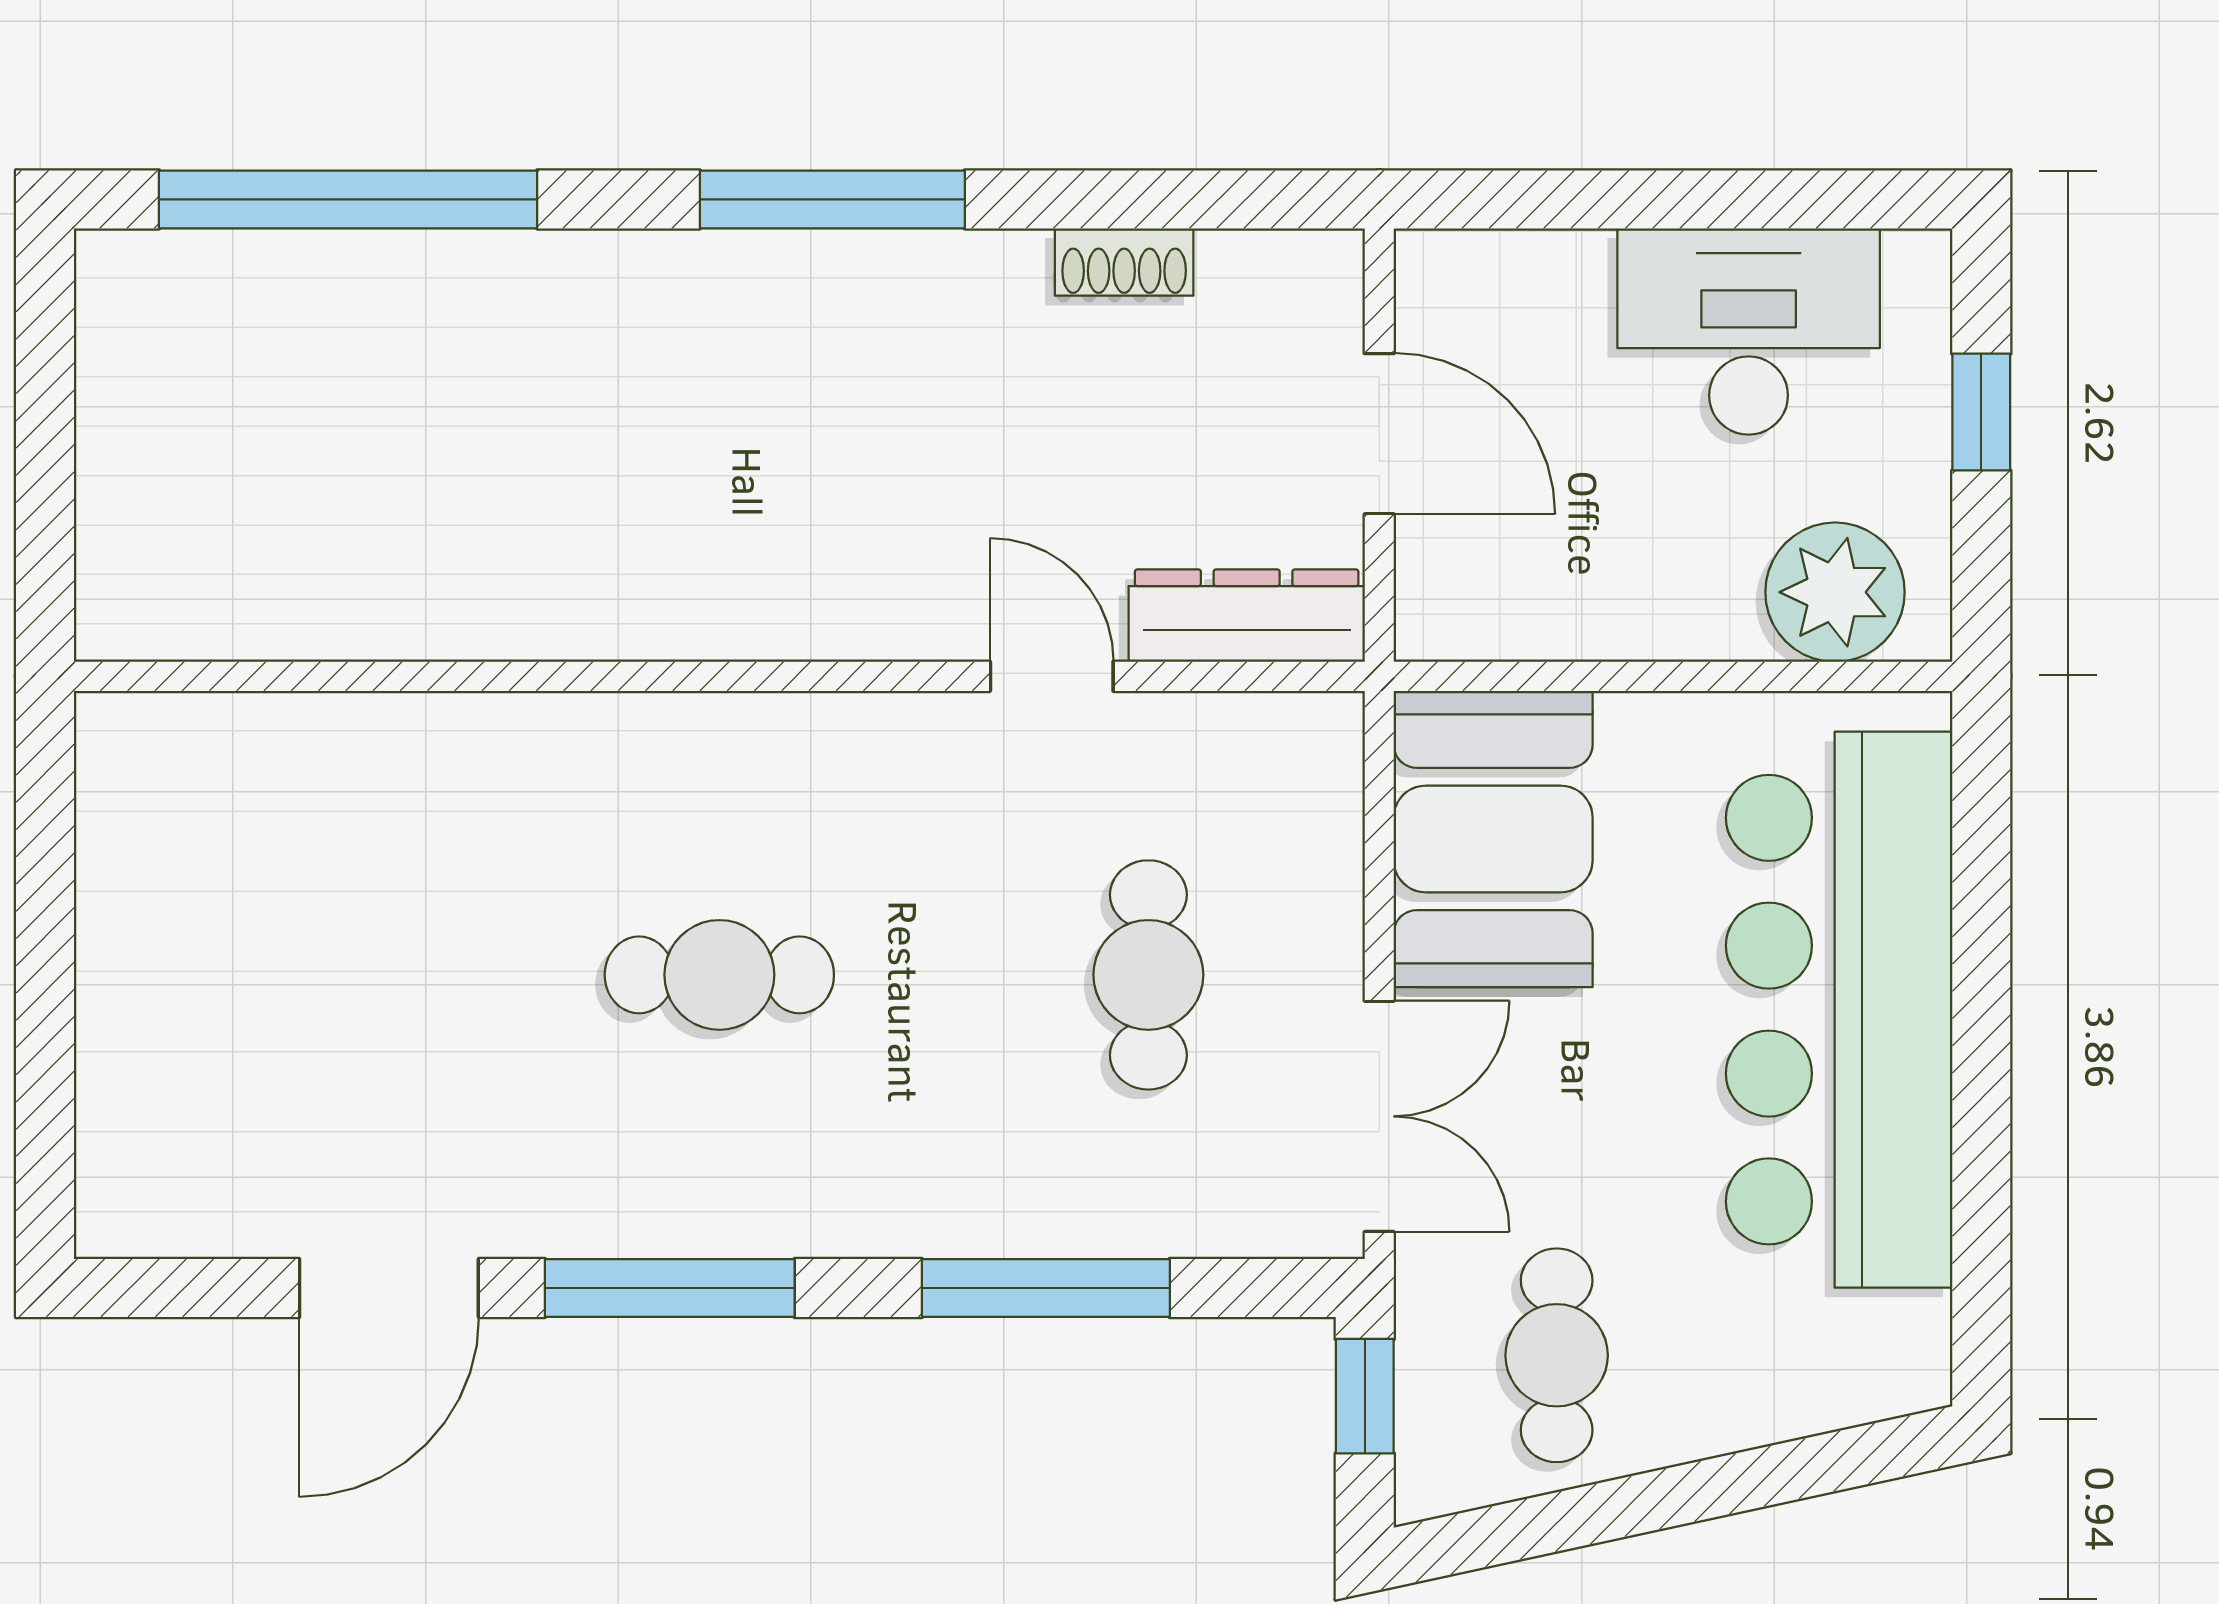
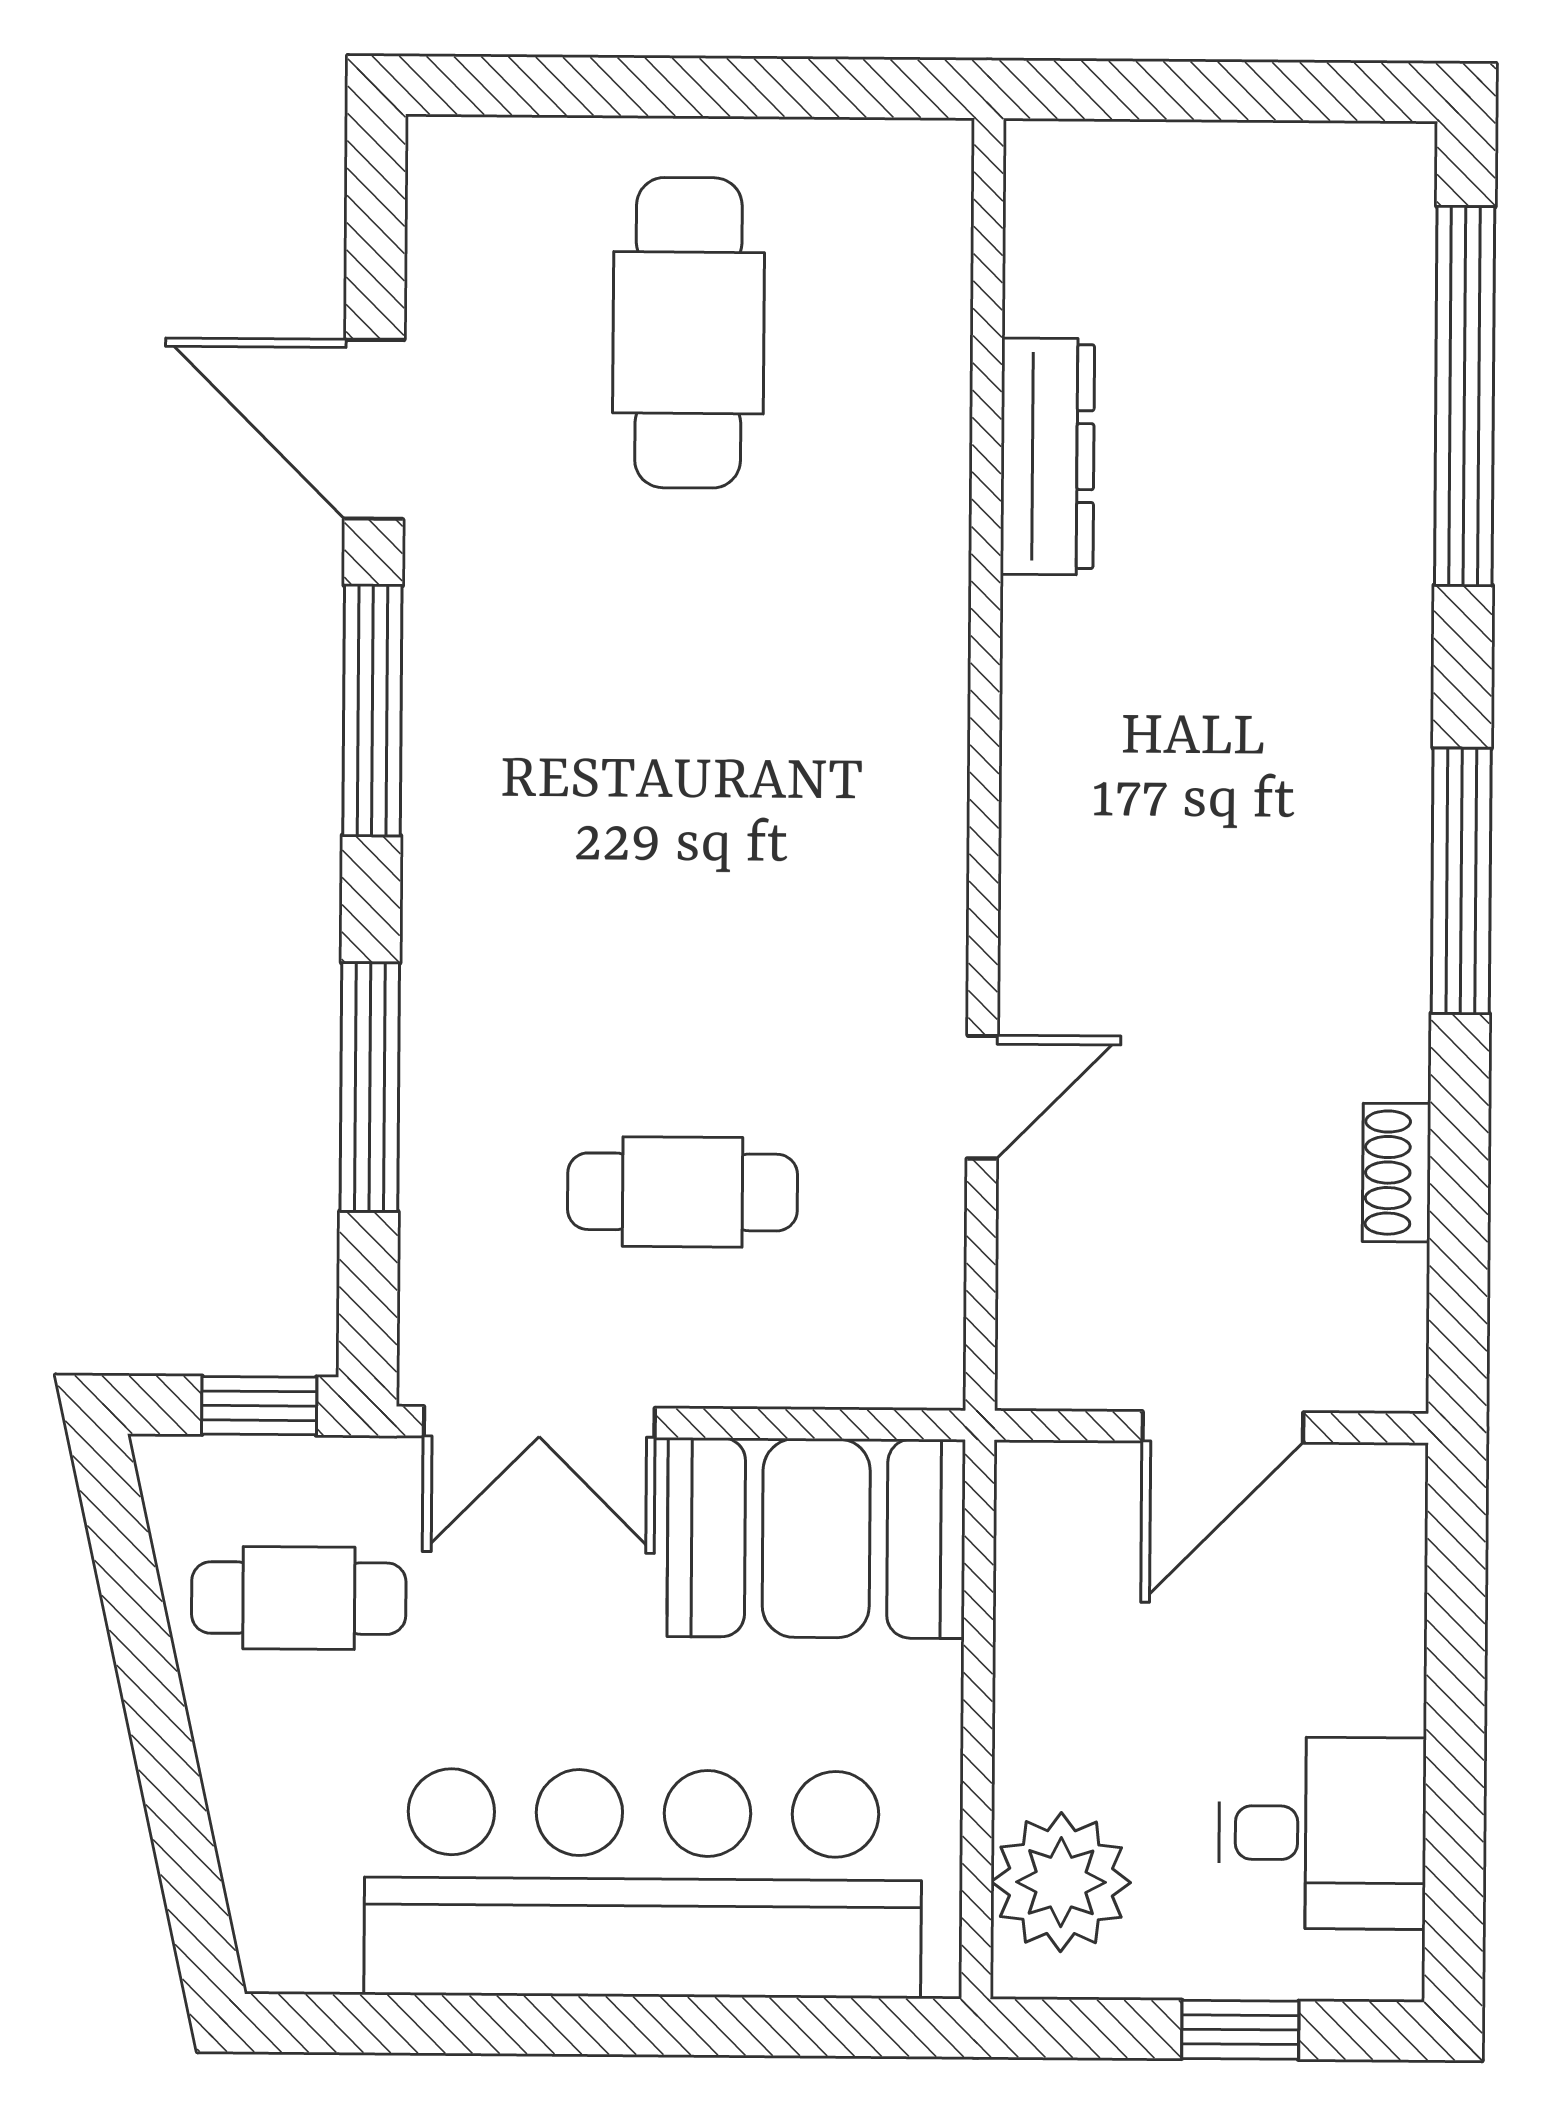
desk: (1749, 332) -> (1322, 1833), width x0.73
dresser: (1247, 616) -> (1047, 456), moved
cafe table: (719, 975) -> (688, 333), moved, width x1.37, depth x1.35

